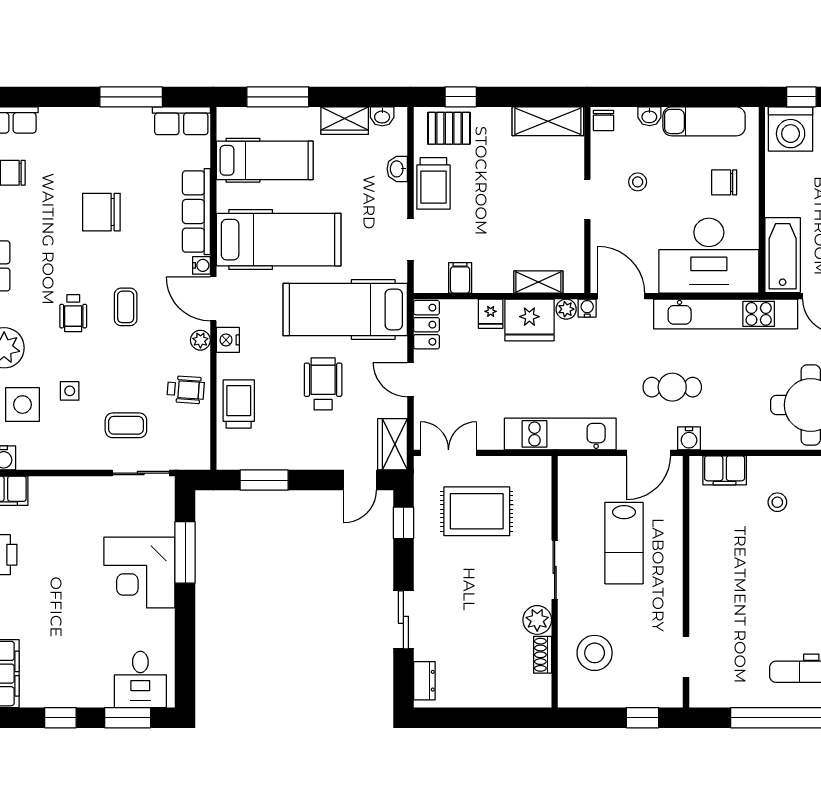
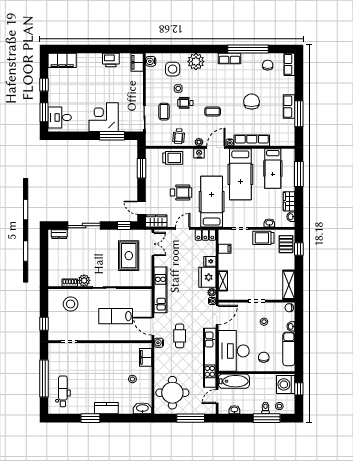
row of seats: (181, 121) -> (289, 107), moved
wheelchair: (73, 313) -> (185, 103), moved
sliding door: (403, 620) -> (84, 226), width x1.37

